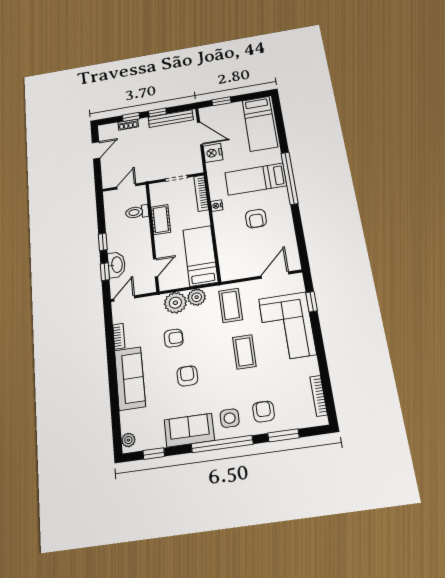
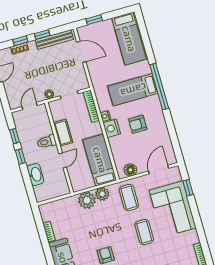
nightstand: (213, 153) -> (112, 128), moved
plant: (153, 176) -> (49, 94), added
toilet: (137, 212) -> (47, 142), moved
armchair: (256, 219) -> (138, 124), turned 90
door: (156, 268) -> (63, 160), moved
window: (105, 272) -> (15, 136), moved
floor lamp: (238, 272) -> (130, 170), added
door: (124, 298) -> (47, 201), removed
armchair: (174, 338) -> (91, 228), removed

